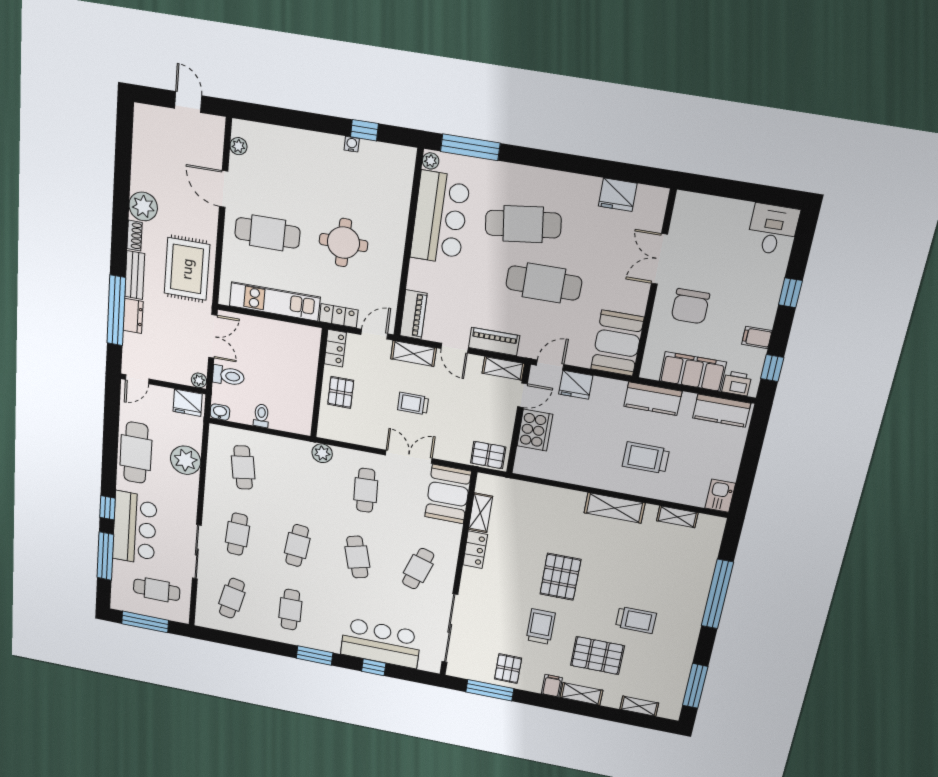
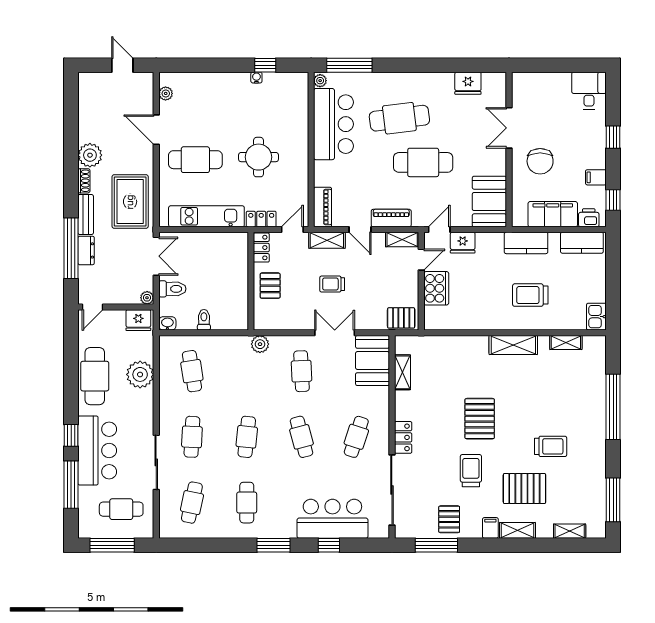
locker: (475, 550) -> (403, 437), moved

